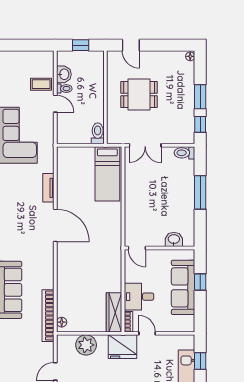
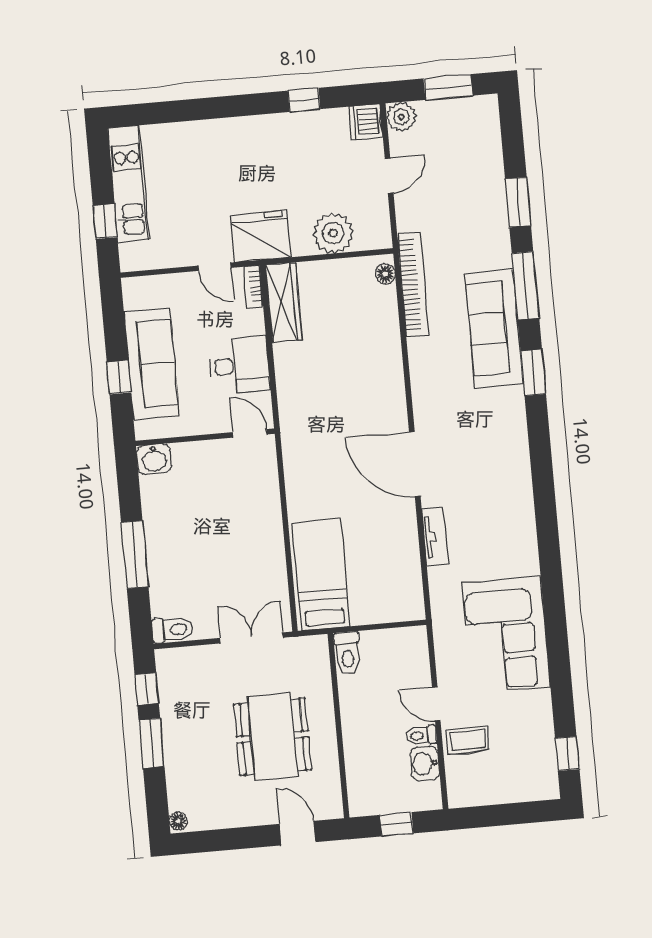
dining table: (139, 95) -> (273, 737), width x1.38
washbasin: (174, 239) -> (154, 459), moved
desk: (139, 297) -> (239, 365), moved

